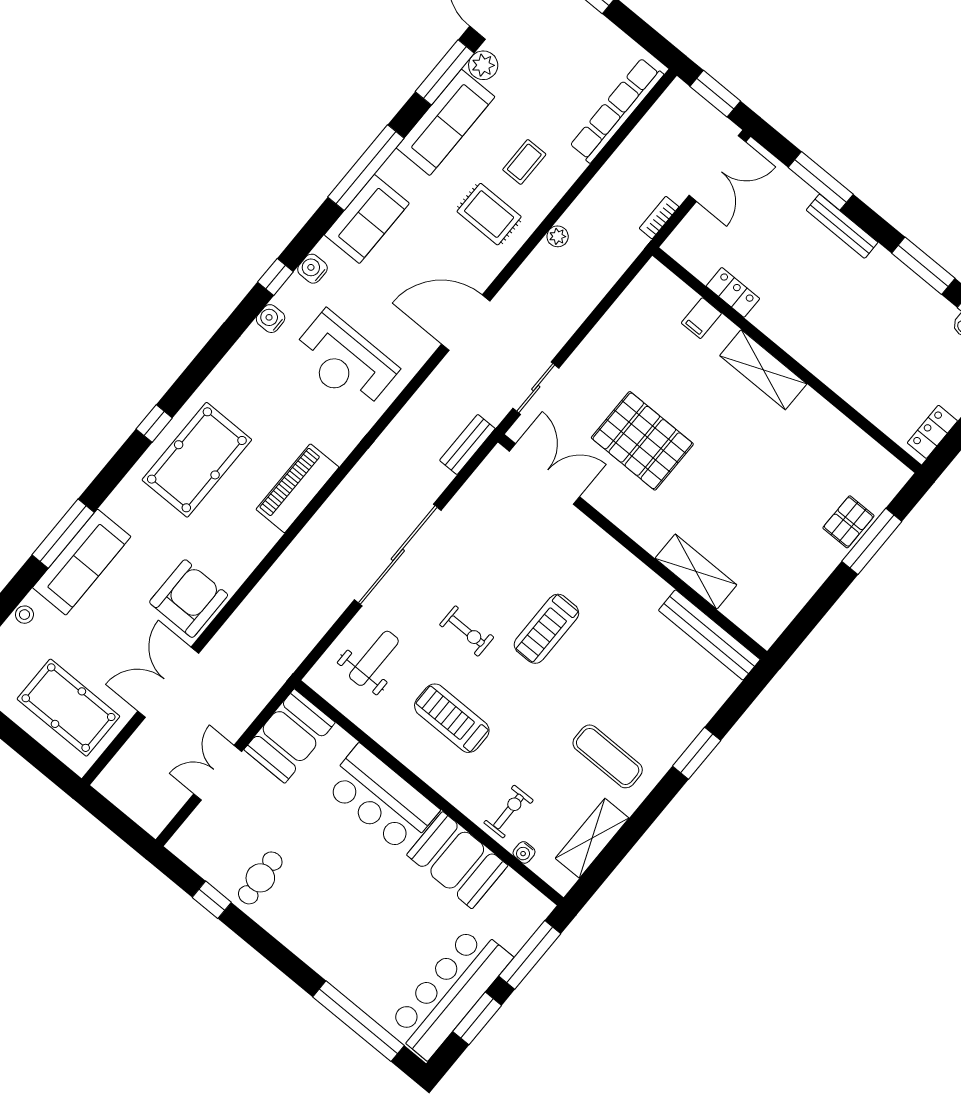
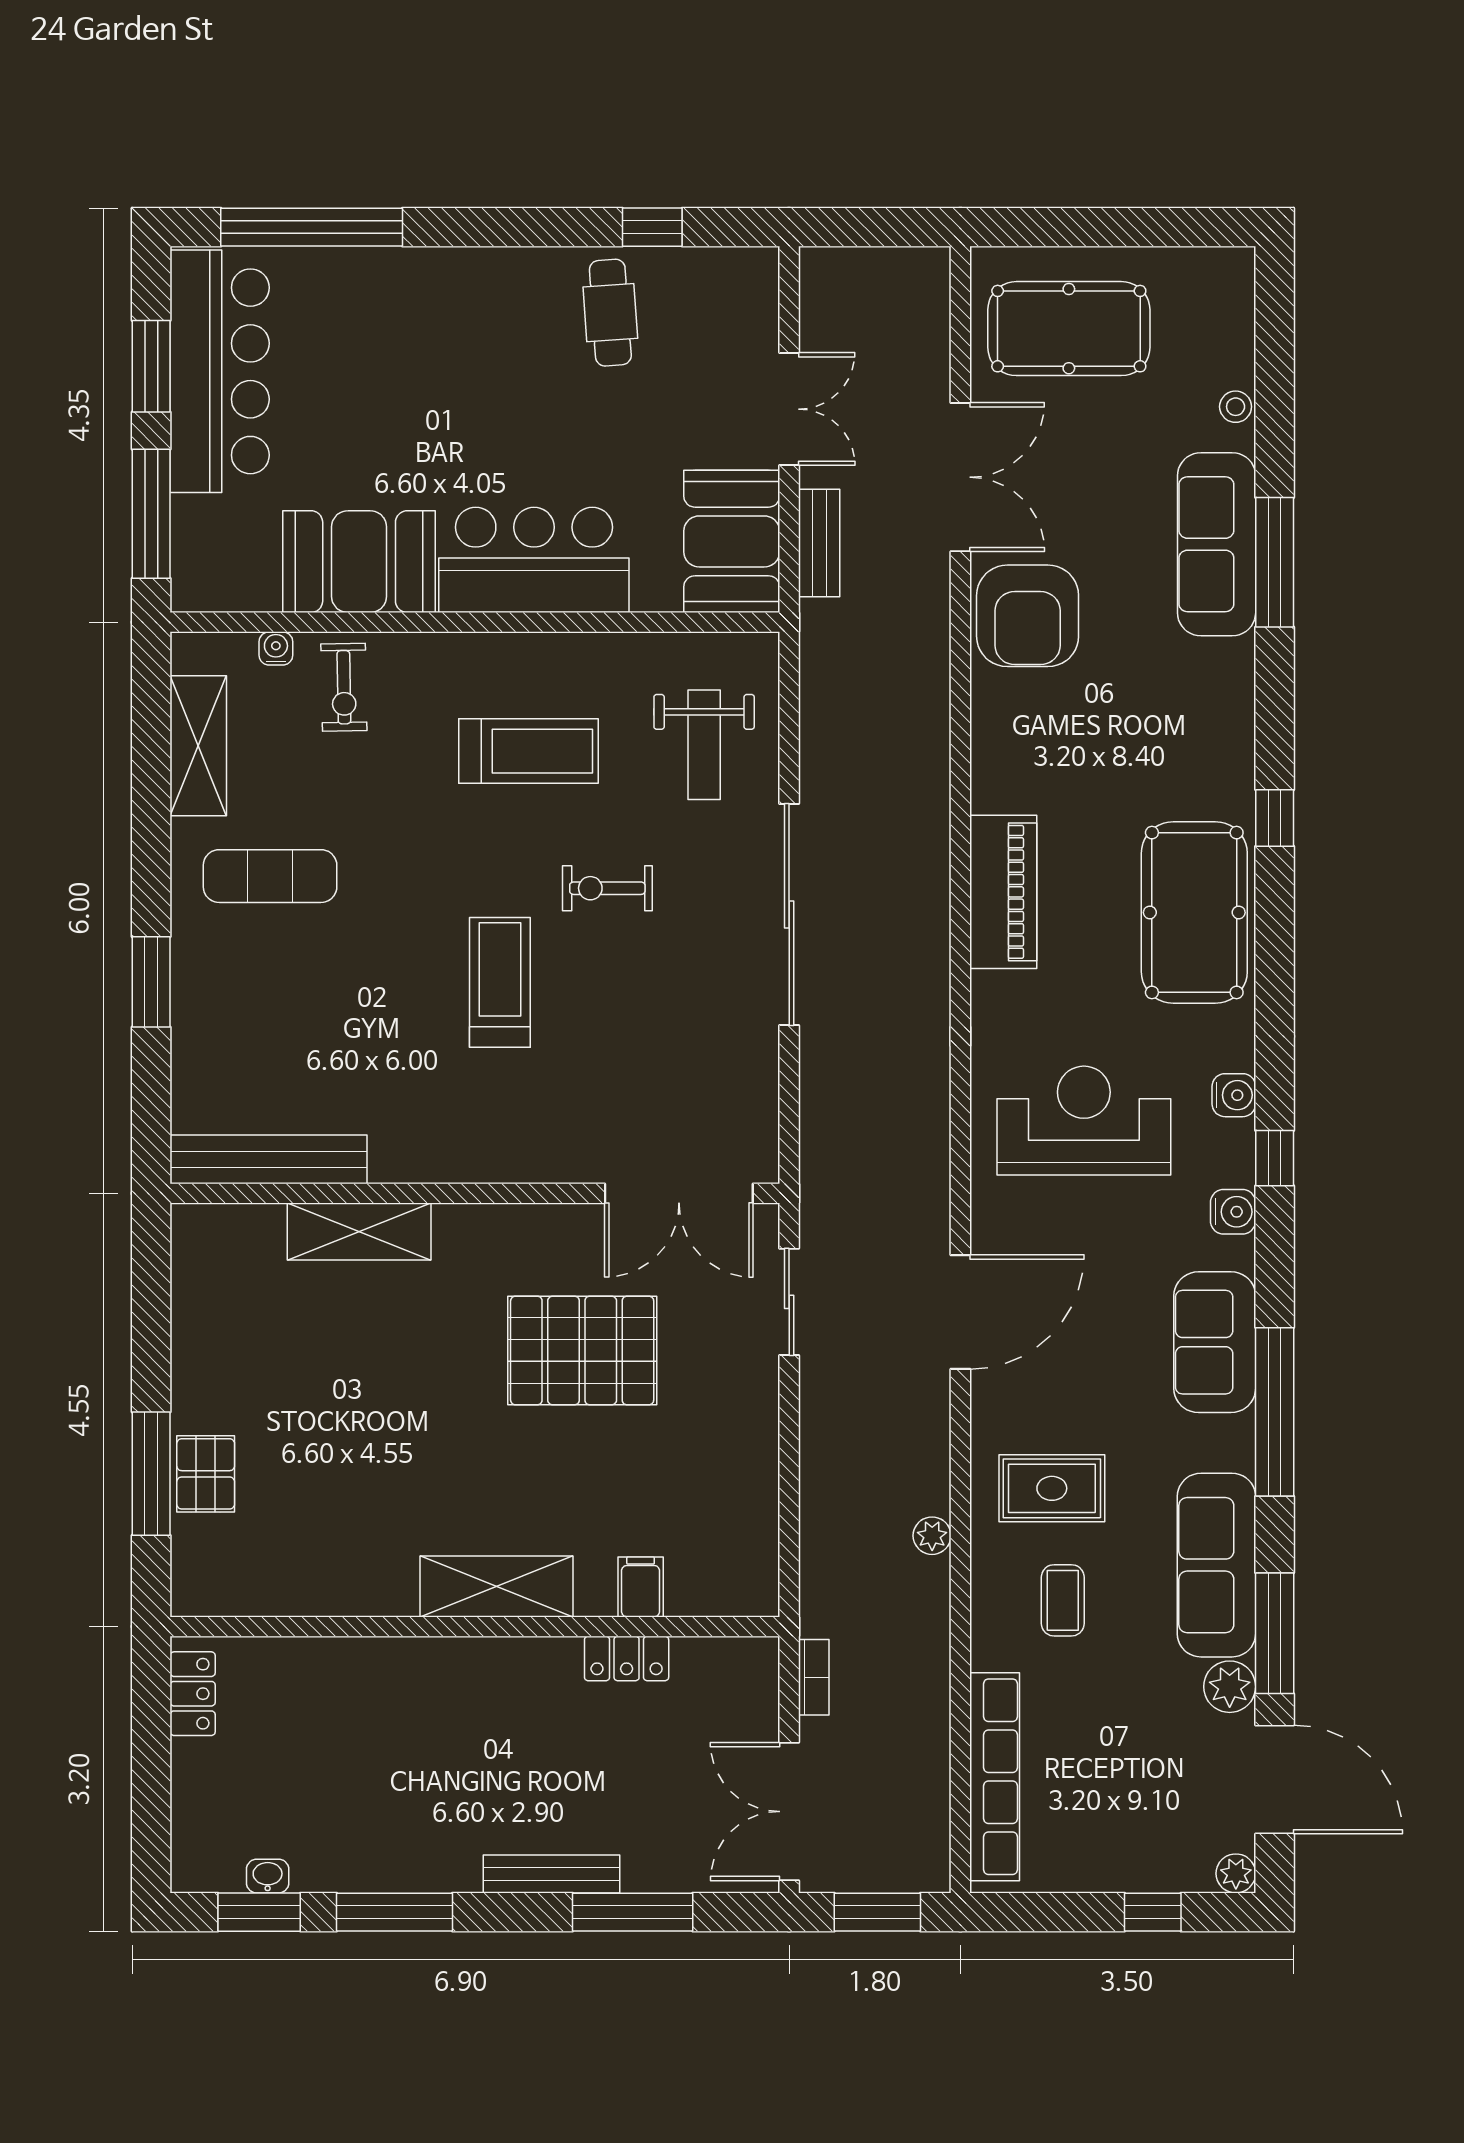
bench: (467, 444) -> (819, 543), moved
pool table: (197, 460) -> (1194, 912), moved

